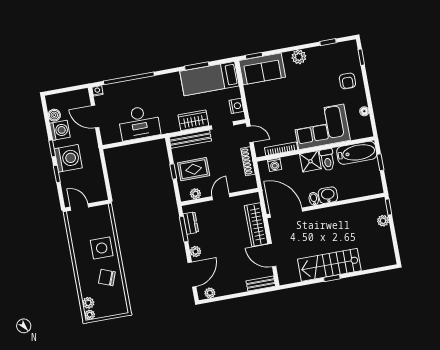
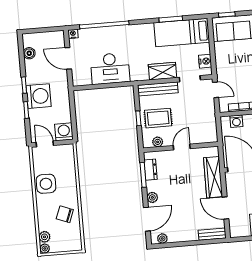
washing machine: (60, 130) -> (64, 132), moved, turned -90
shoe rack: (248, 161) -> (211, 116), removed
side table: (102, 248) -> (46, 184), moved

